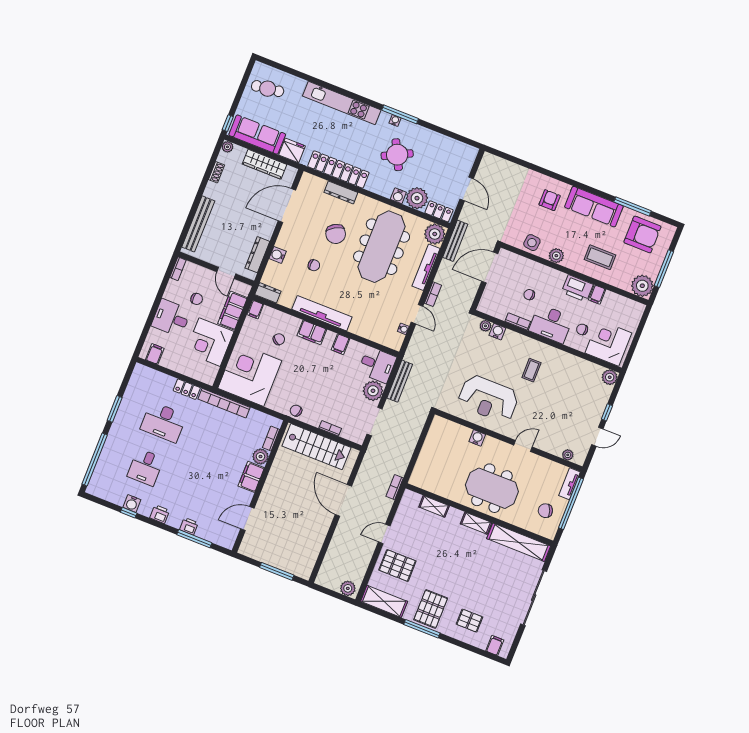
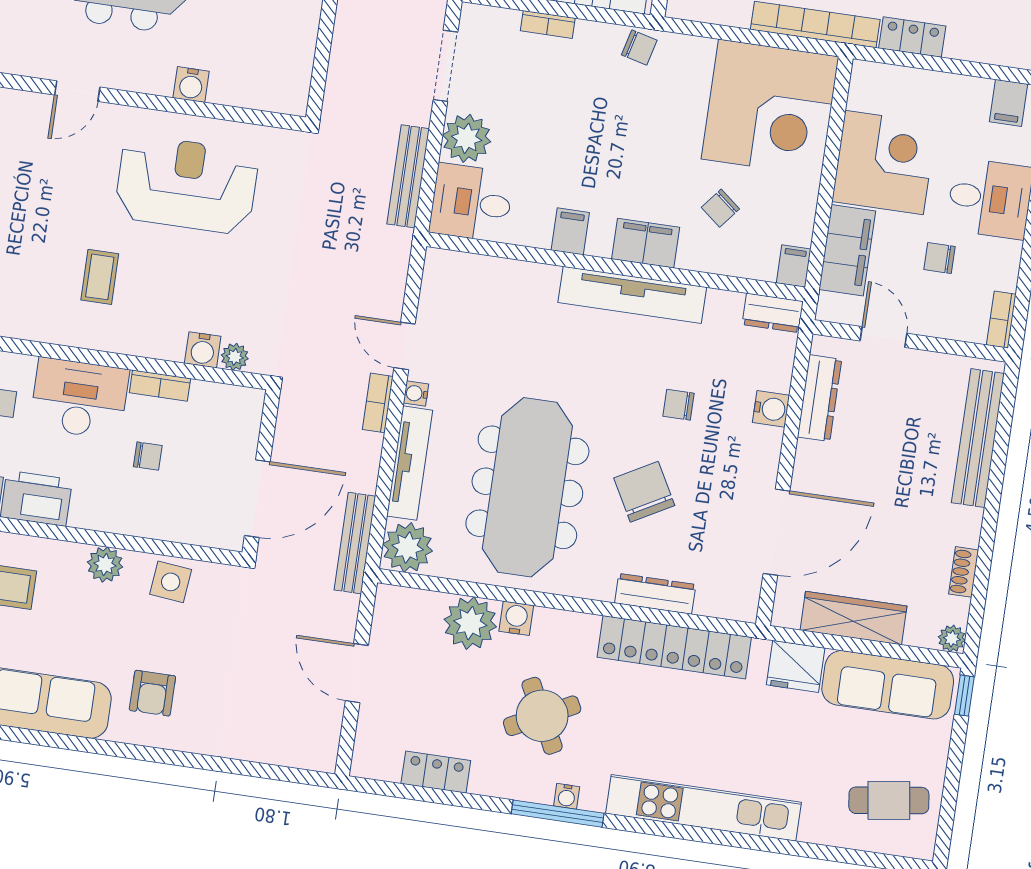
locker: (439, 211) -> (436, 772), moved, turned 180
water cooler: (403, 329) -> (416, 393), moved

